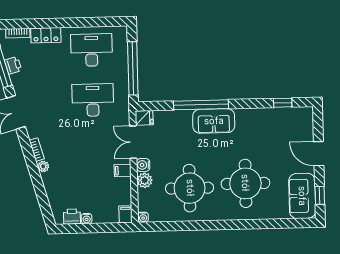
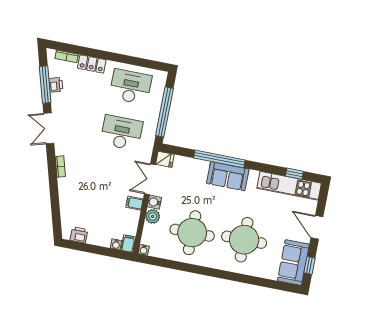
kitchen unit: (280, 117) -> (289, 186), added
plant: (43, 166) -> (63, 183), removed
water cooler: (87, 219) -> (116, 244), moved

